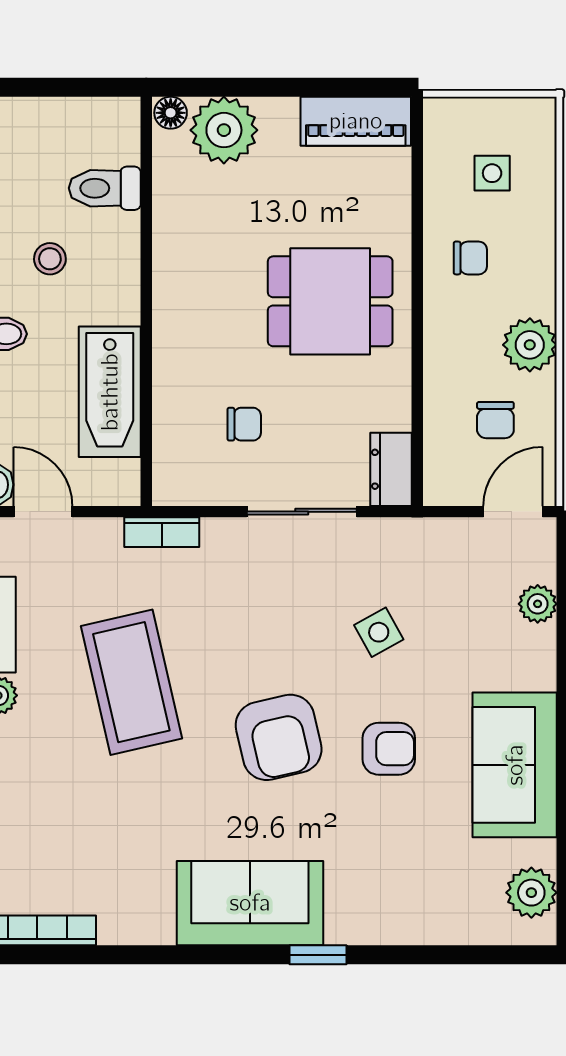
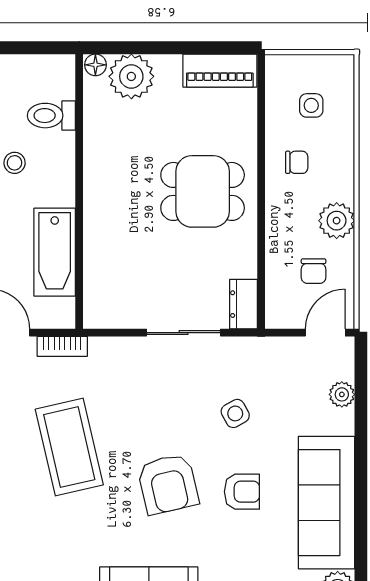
chair: (244, 424) -> (145, 274), removed
bookcase: (162, 532) -> (62, 346), moved
sofa: (515, 765) -> (326, 503), width x1.36

